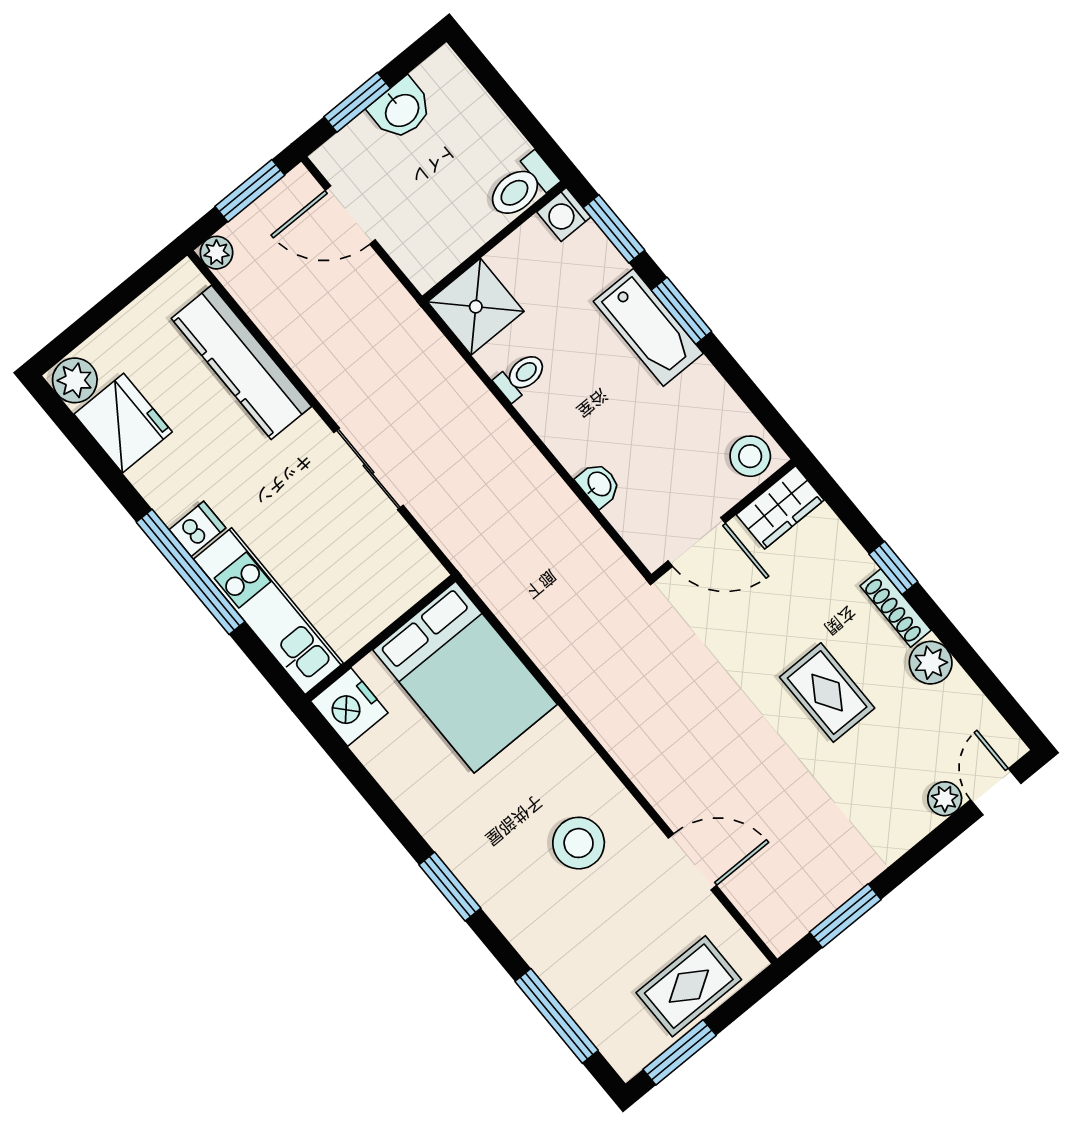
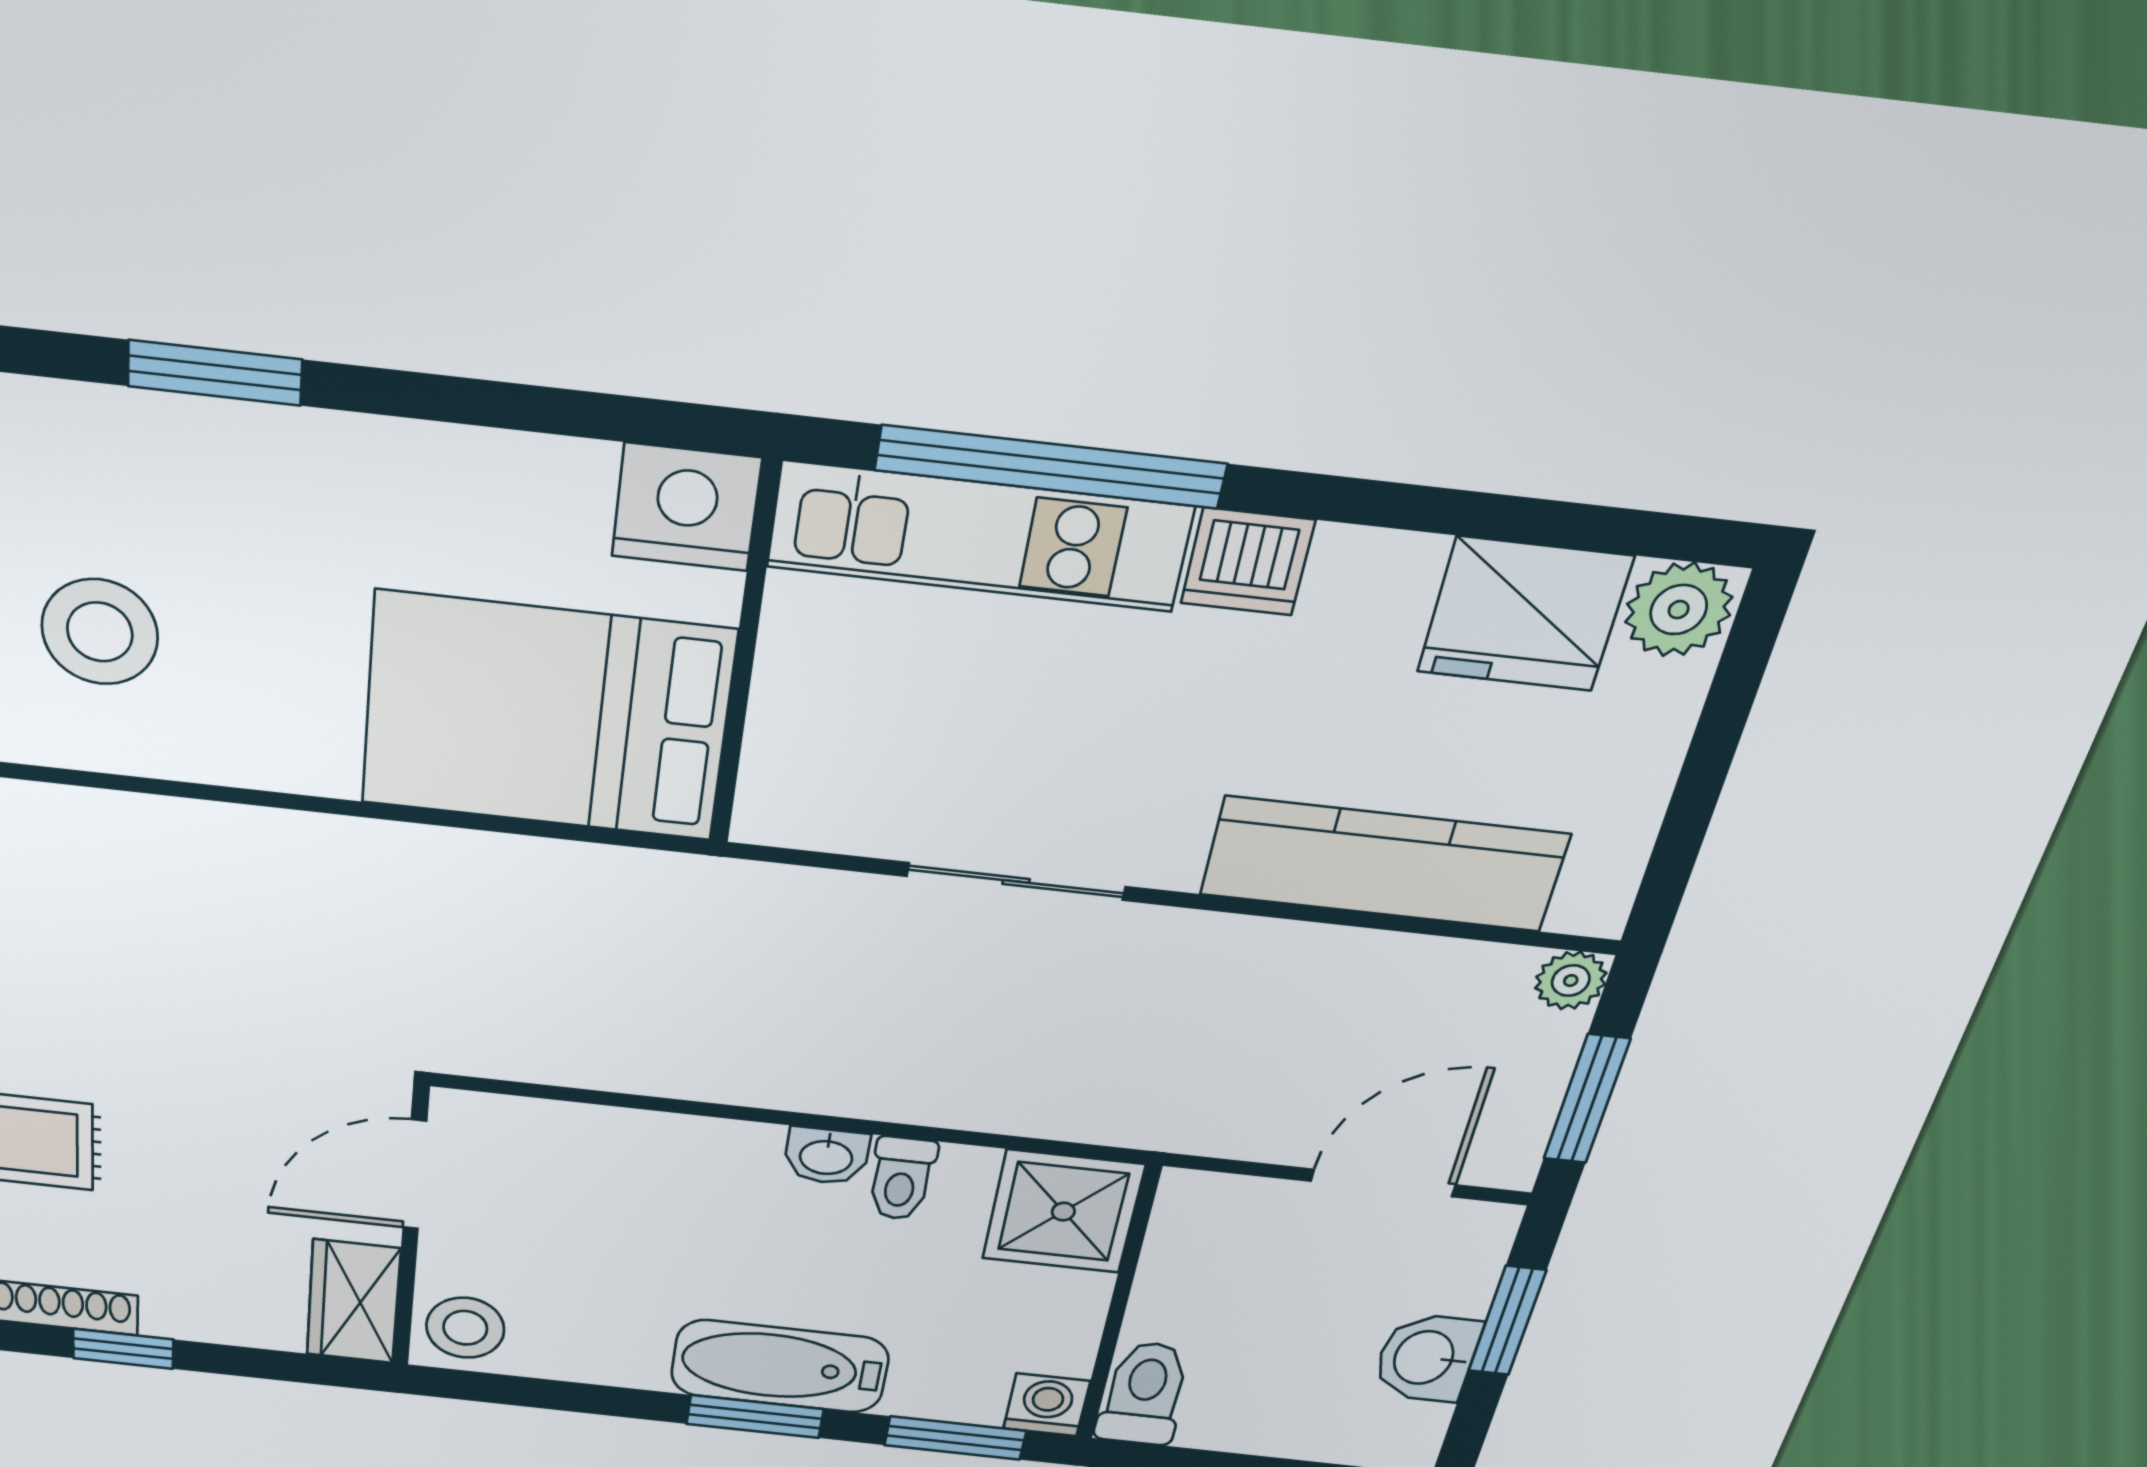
washbasin: (599, 485) -> (826, 1156), moved
dishwasher: (197, 529) -> (1248, 562), width x1.38
window: (191, 572) -> (1050, 467), moved

